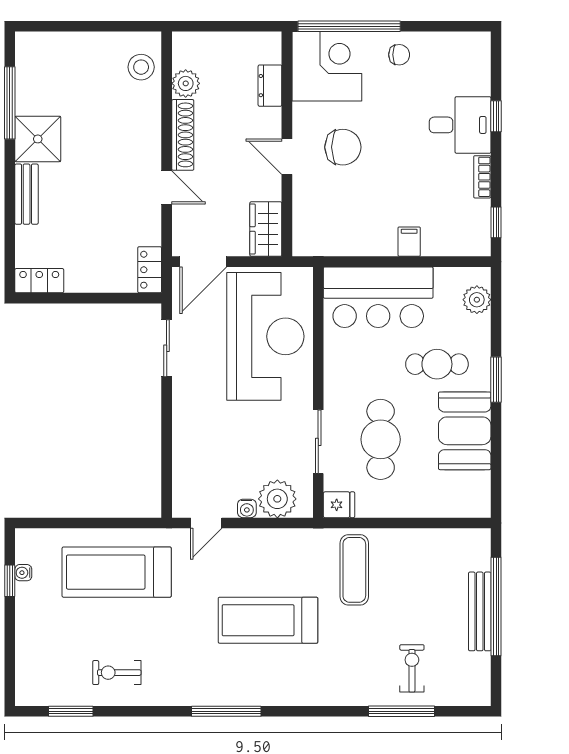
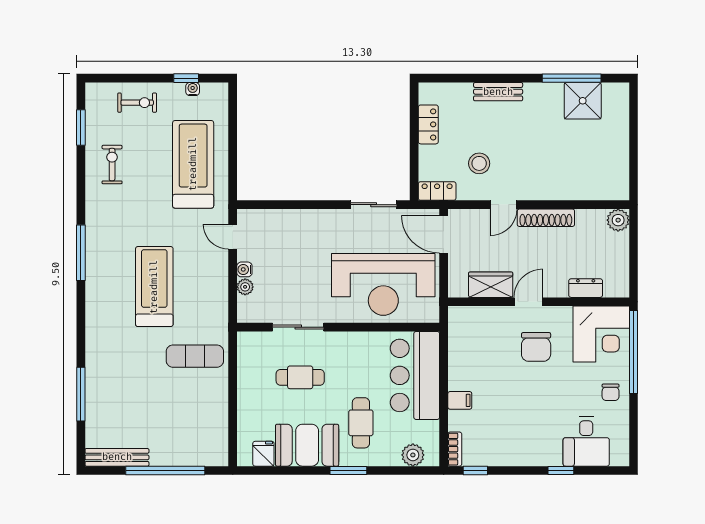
stool: (141, 67) -> (479, 163), moved
plant: (186, 83) -> (618, 220), moved
desk: (460, 125) -> (586, 442), moved
shower: (38, 139) -> (583, 101), moved
bookcase: (482, 177) -> (455, 449), moved, turned 90
wardrobe: (266, 229) -> (491, 285), moved
locker: (39, 281) -> (428, 124), moved
cafe table: (381, 439) -> (300, 377), width x0.73, depth x0.74
plant: (277, 499) -> (245, 287), width x0.53, depth x0.53
fridge: (339, 505) -> (263, 454), moved, turned 180
bench: (480, 611) -> (117, 457), moved
exercise bike: (412, 668) -> (137, 103), moved

